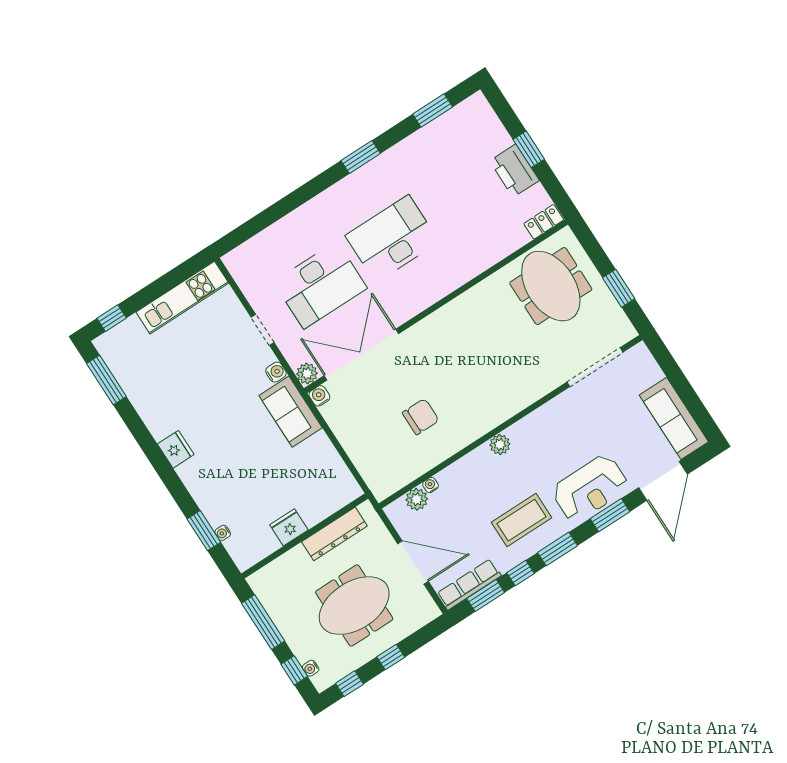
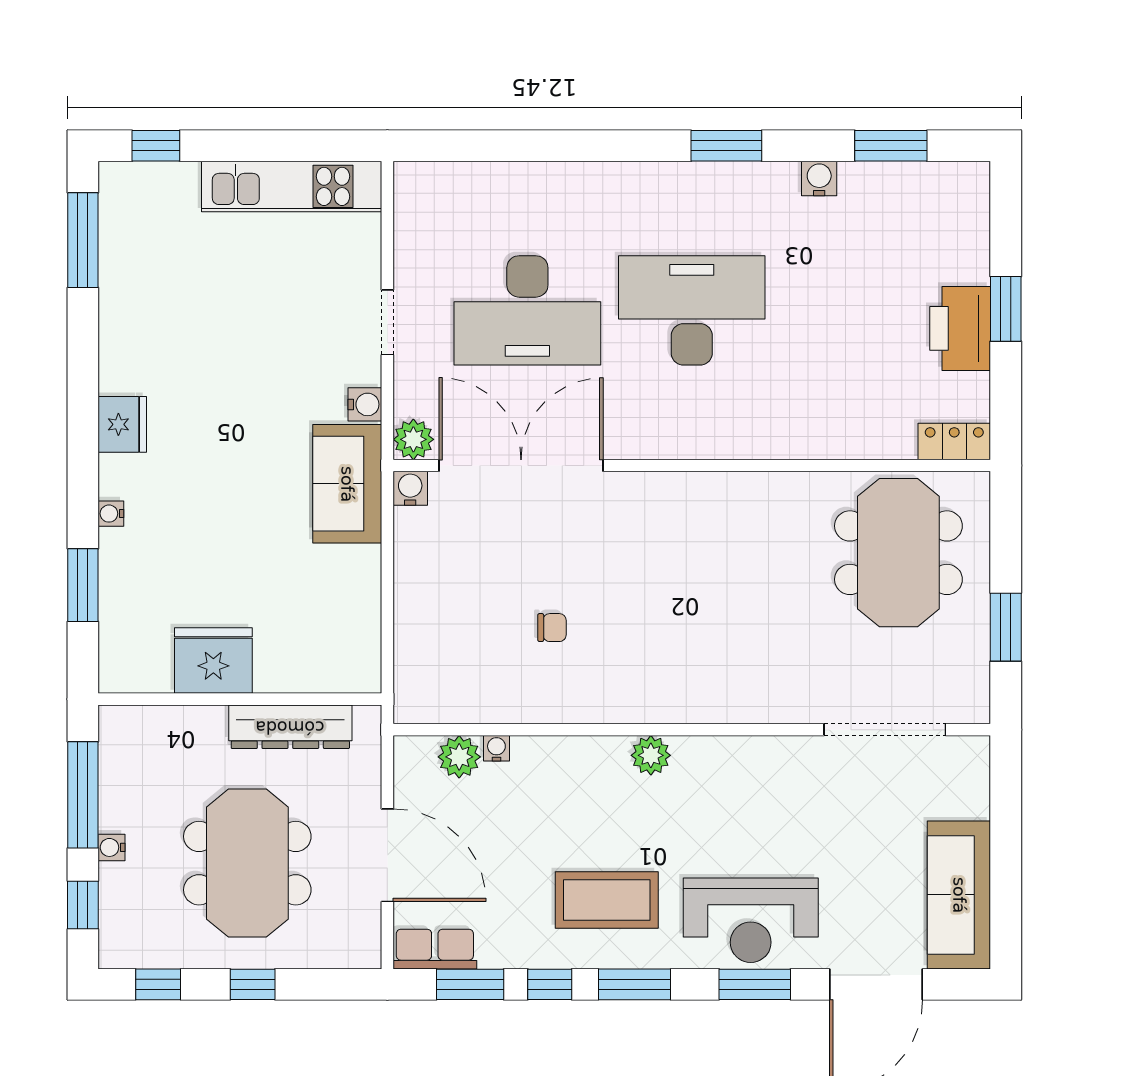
water cooler: (410, 145) -> (819, 178), added
chair: (421, 417) -> (552, 628), width x0.54, depth x0.54
fridge: (289, 527) -> (213, 661), width x1.36, depth x1.34
water cooler: (223, 533) -> (111, 514), moved
row of seats: (469, 584) -> (435, 949), width x0.68
meeting table: (354, 606) -> (247, 863), turned 90
water cooler: (311, 668) -> (112, 847), moved

